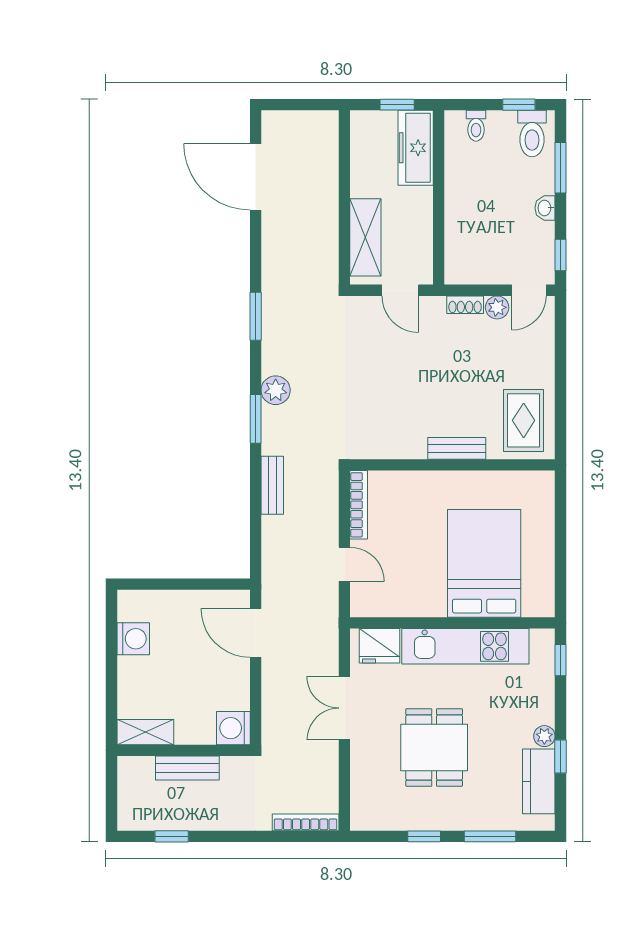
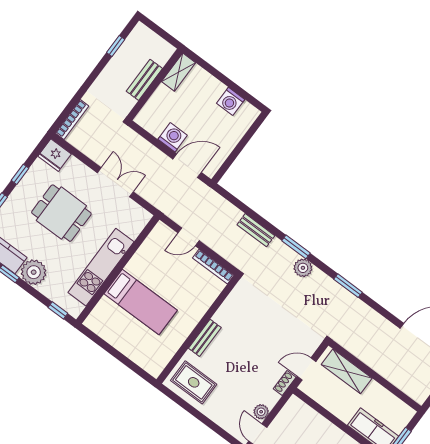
shoe rack: (465, 305) -> (285, 383), moved
bed: (484, 563) -> (141, 302), width x0.67
fridge: (380, 646) -> (55, 155), moved, turned -90
washing machine: (233, 728) -> (173, 137), moved
plant: (544, 736) -> (34, 272), width x1.88, depth x1.88

